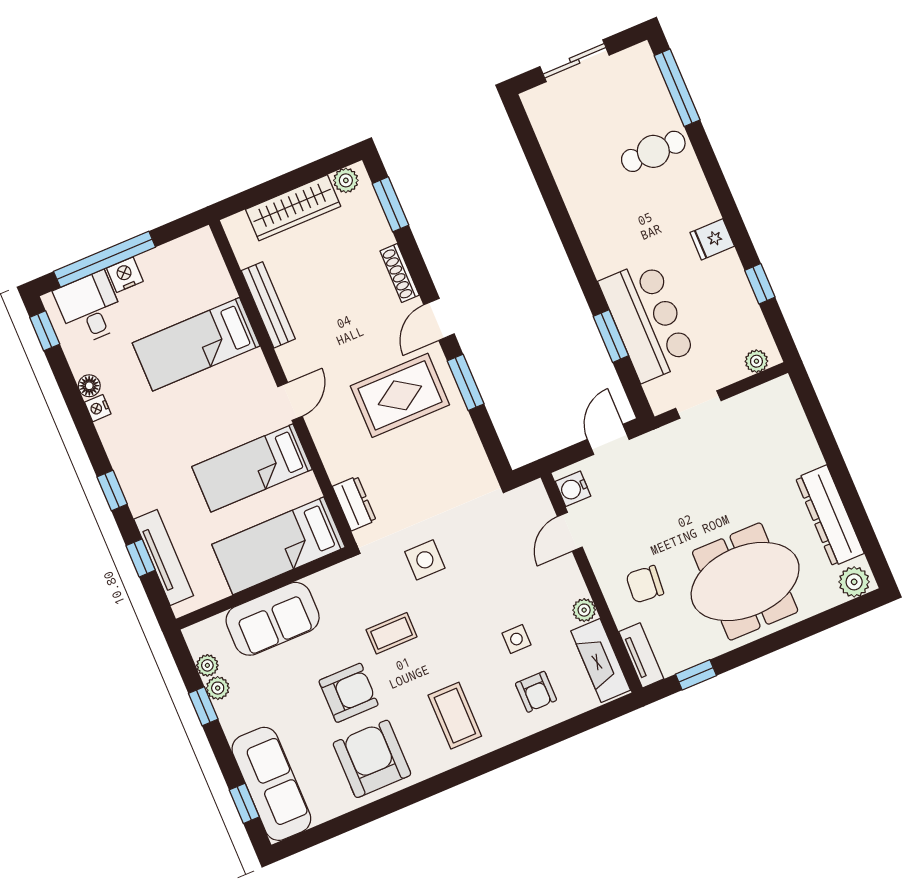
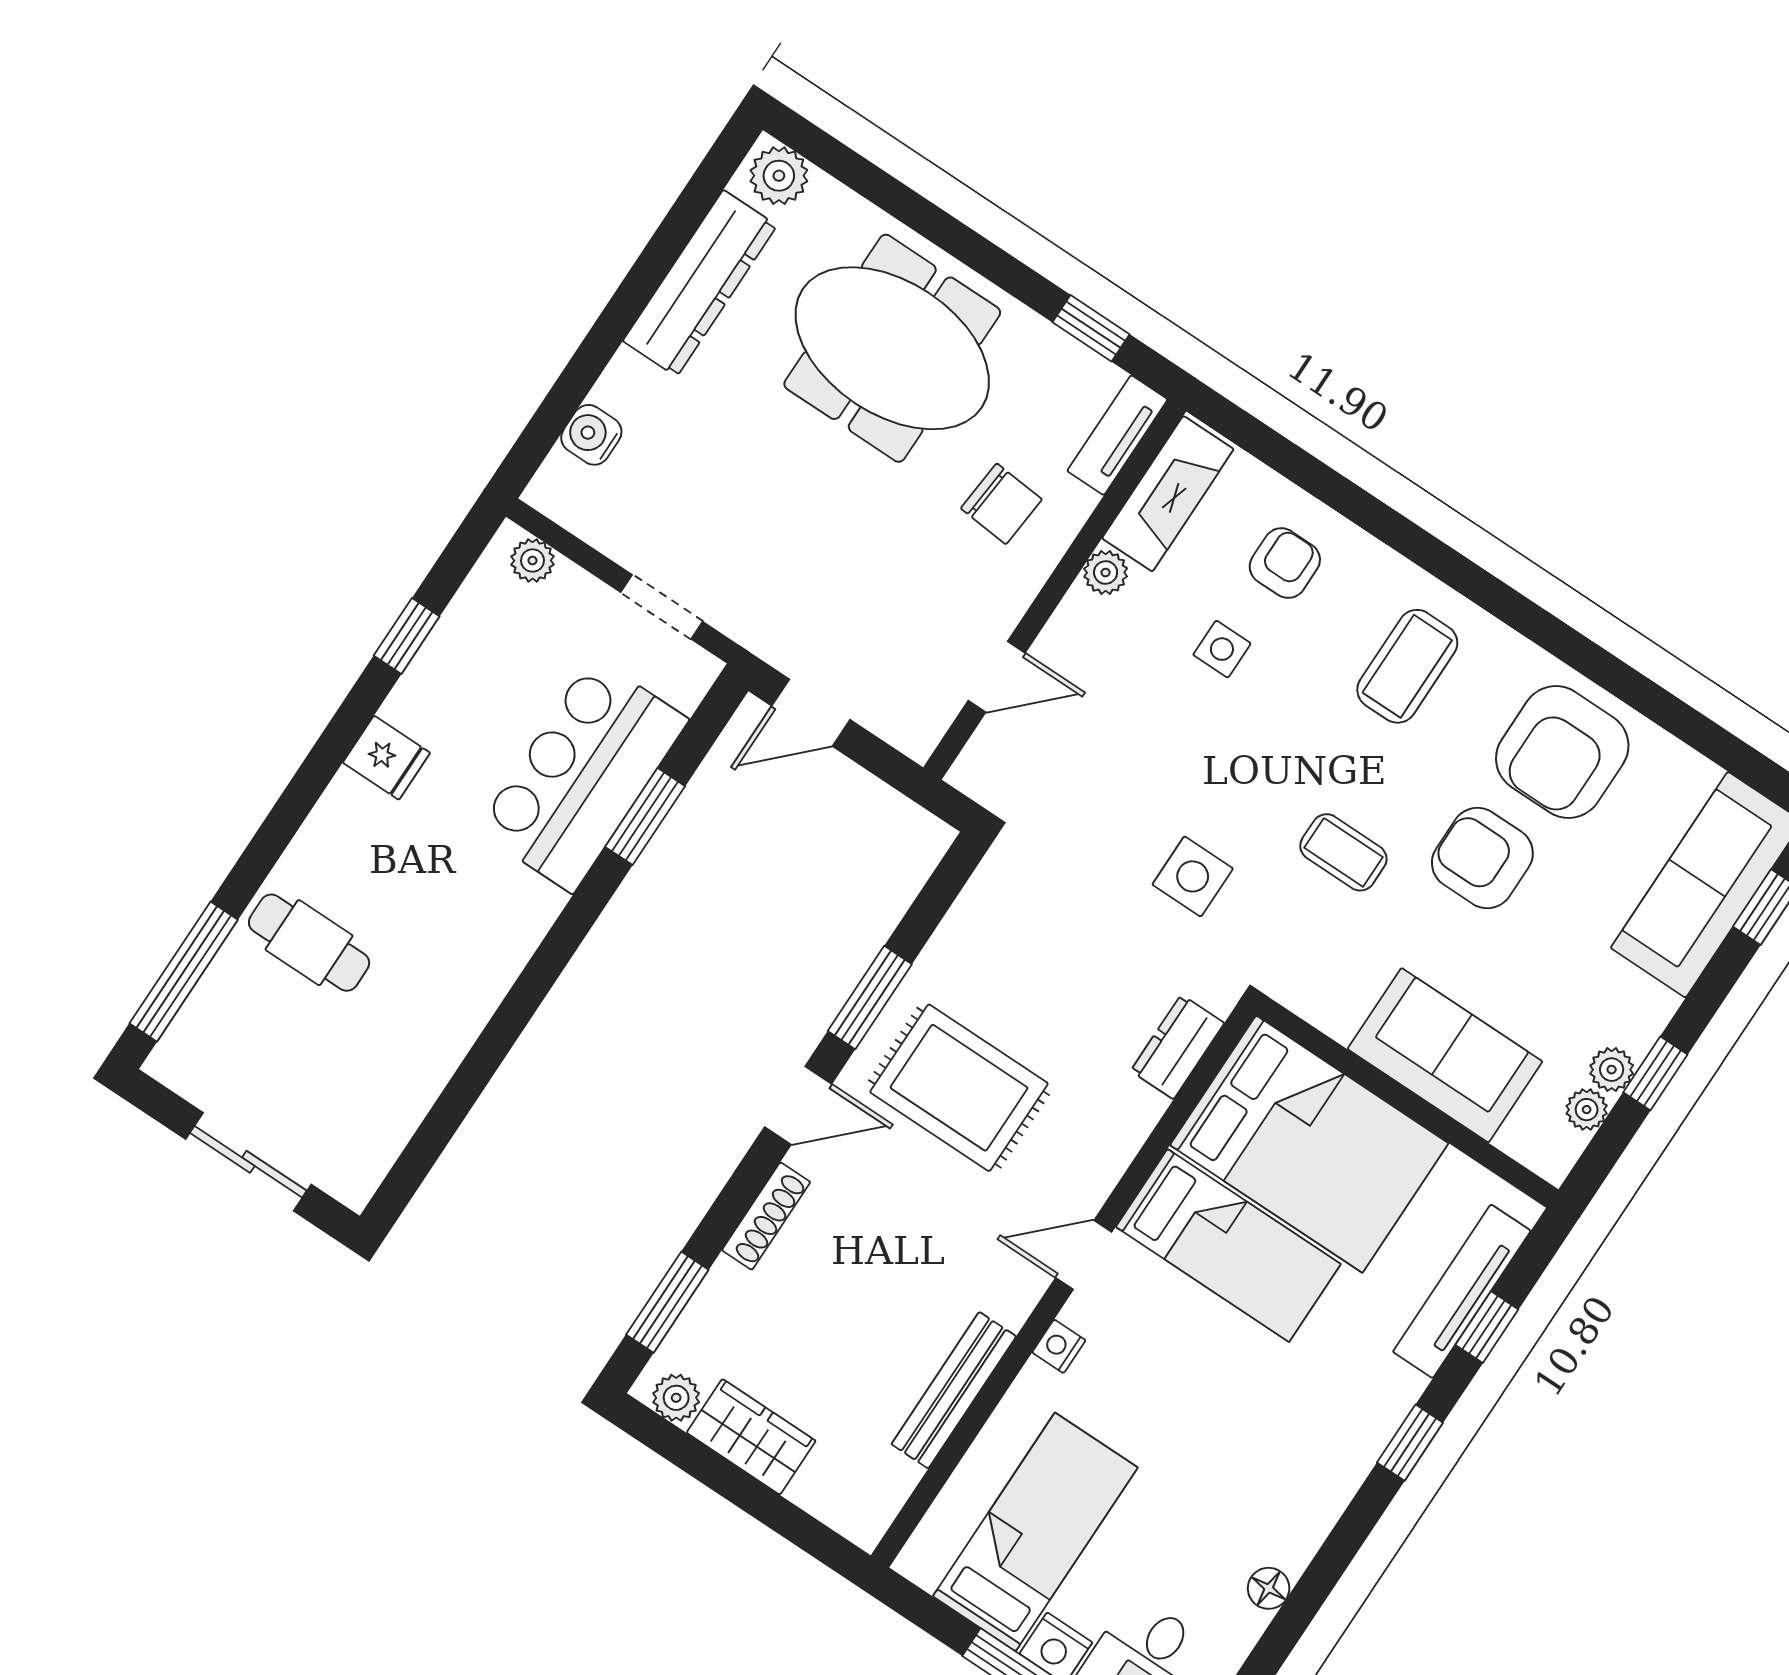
wardrobe: (293, 208) -> (751, 1437), width x0.67
bed: (196, 344) -> (1035, 1532), moved, turned -90
nightstand: (98, 408) -> (1059, 1346), moved, turned 180
water cooler: (573, 489) -> (591, 435), moved, turned 180
bed: (278, 546) -> (1309, 1144), width x1.50

